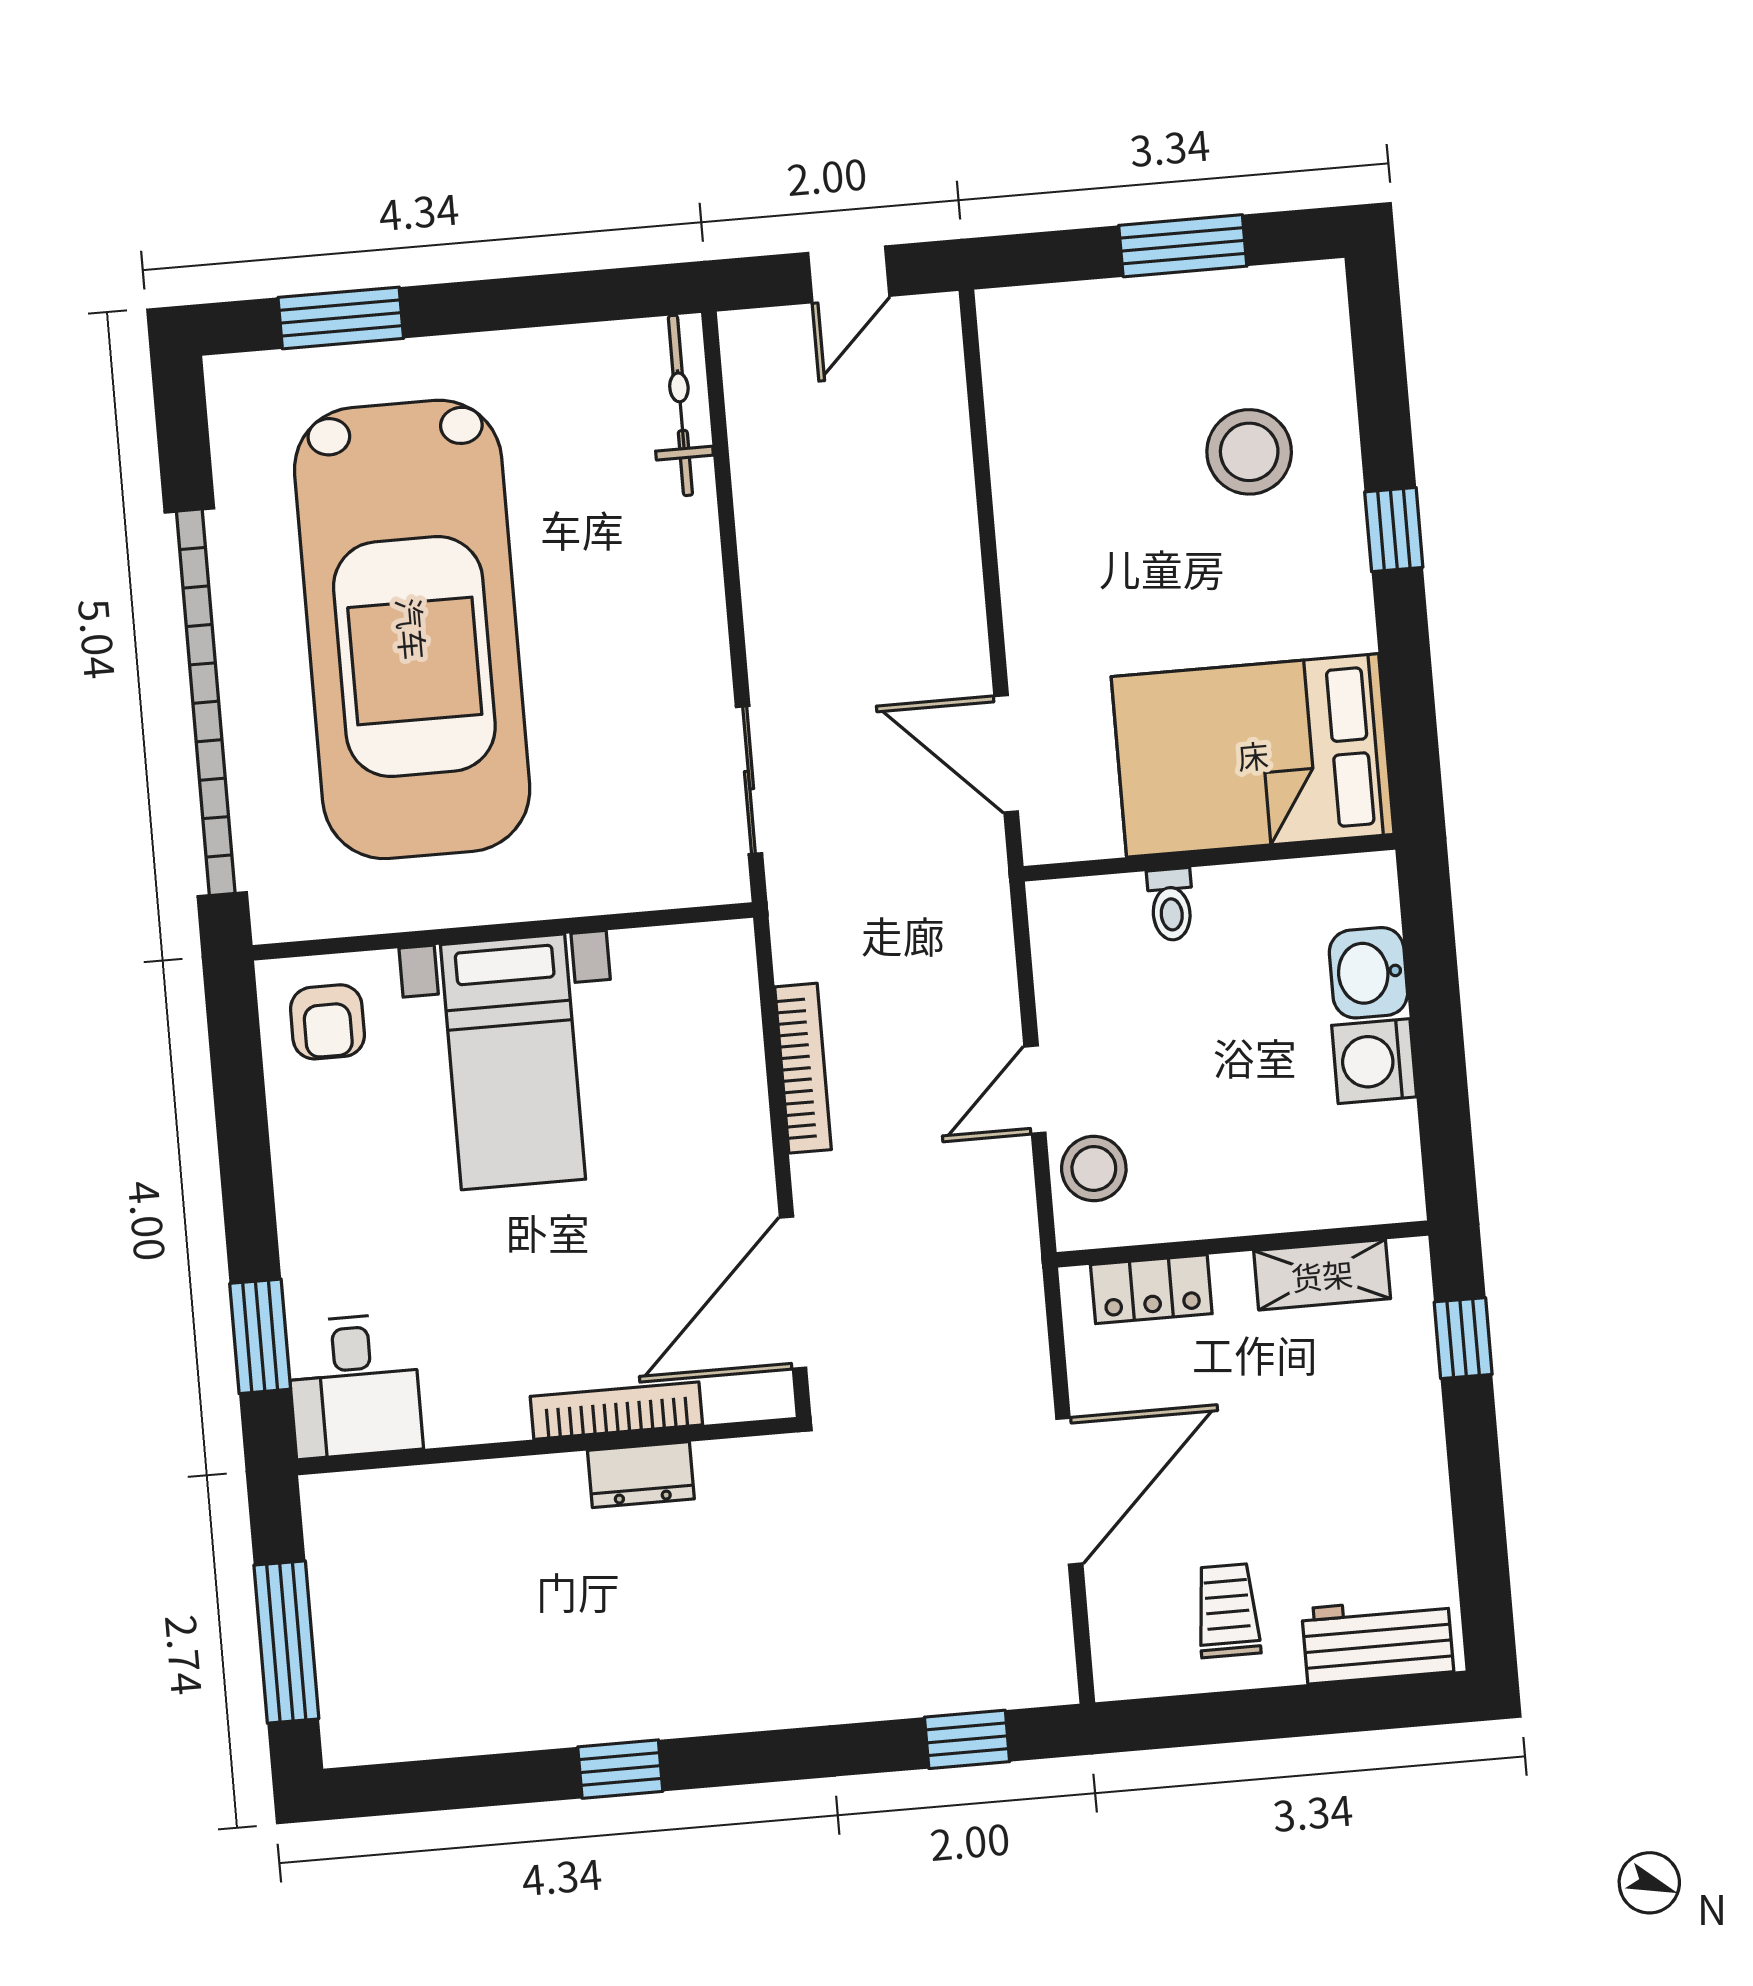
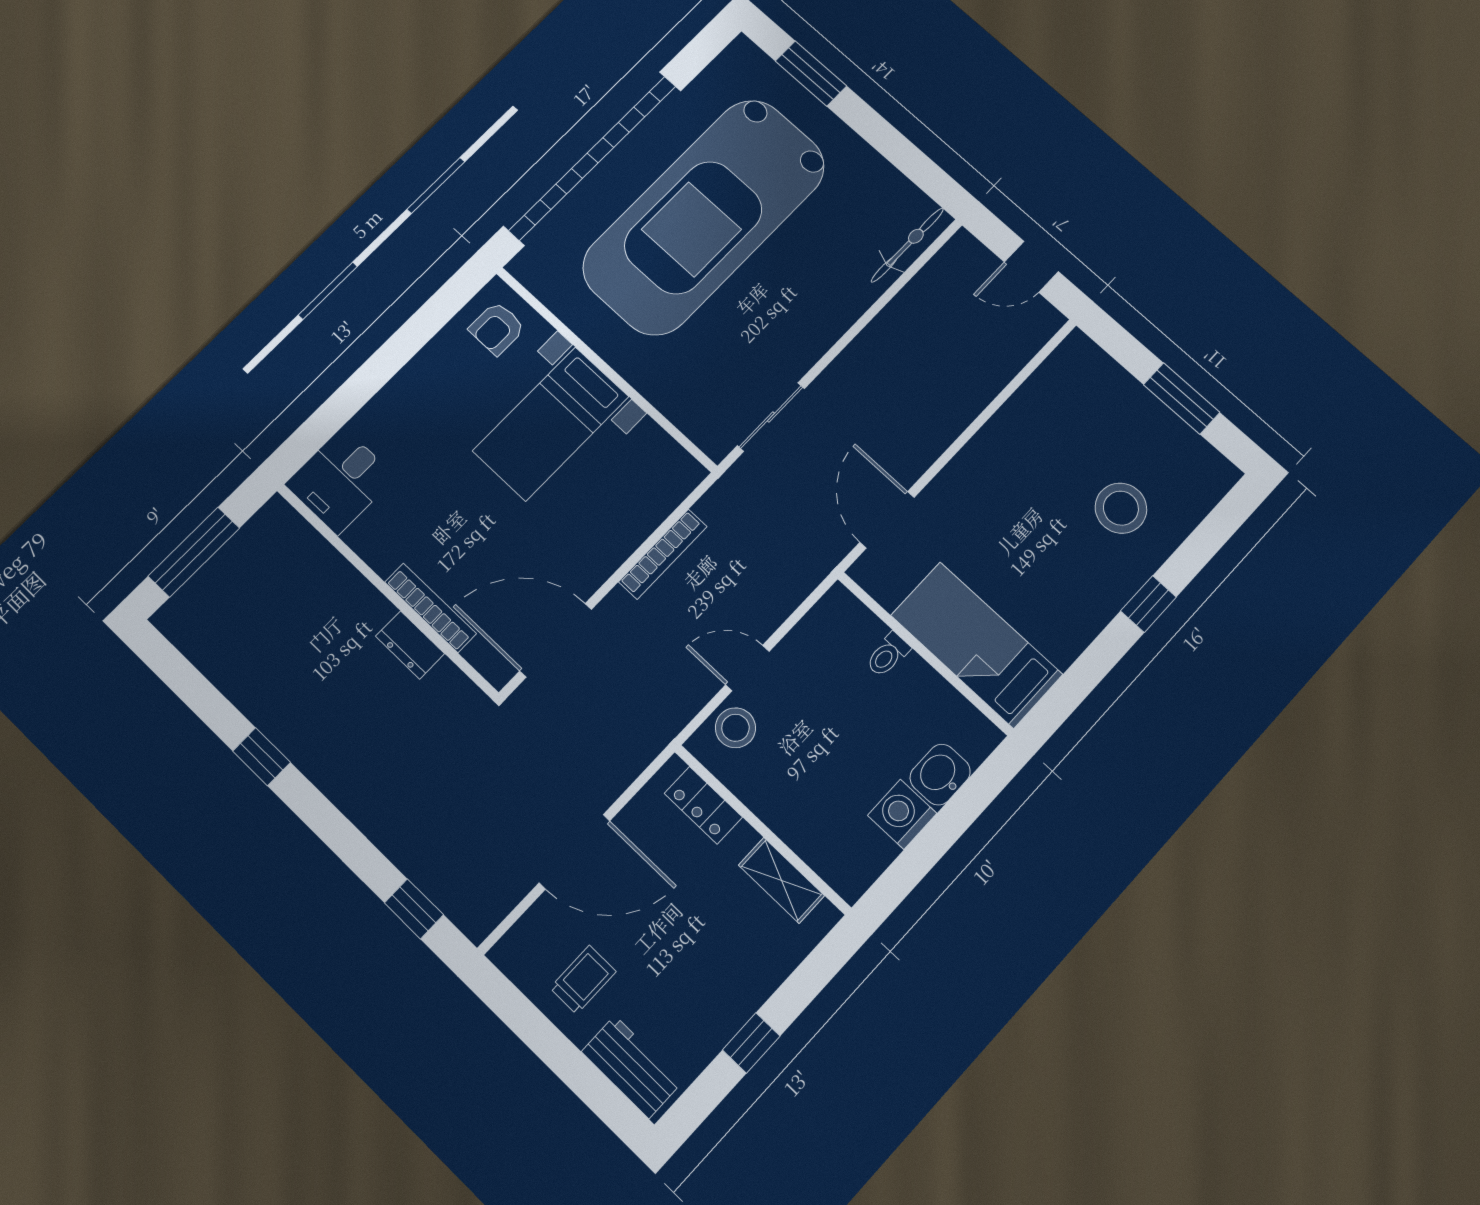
bed: (1253, 755) -> (976, 645), width x0.67
window: (260, 1336) -> (327, 420), removed
window: (1463, 1338) -> (751, 1043), moved

